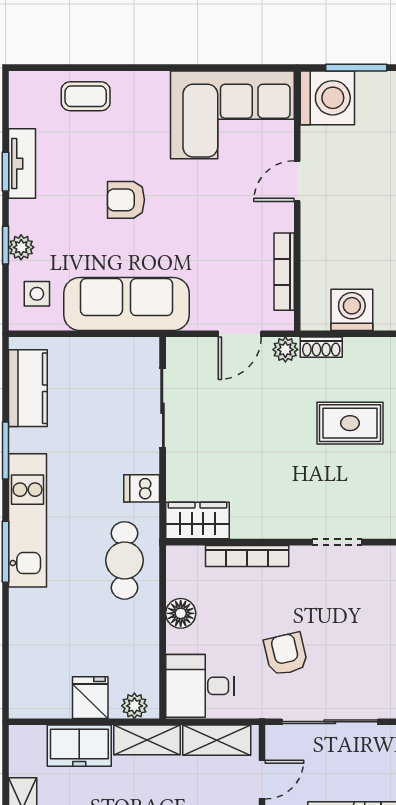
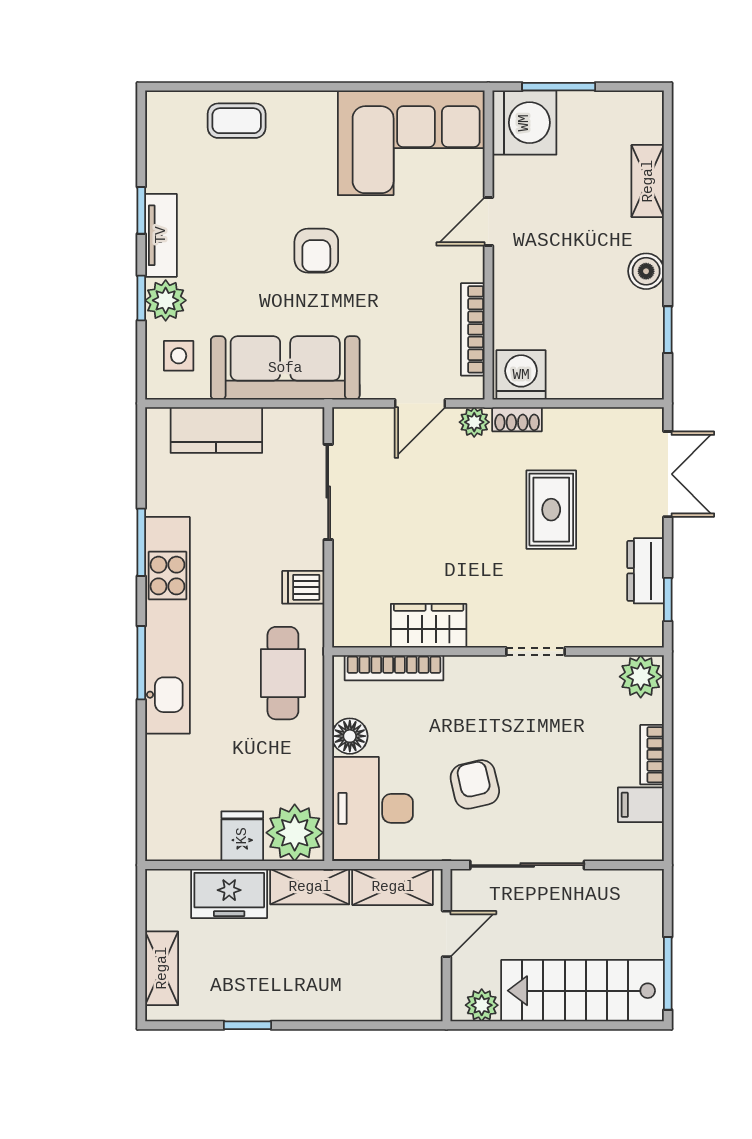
tv unit: (22, 164) -> (161, 235), moved
armchair: (126, 200) -> (316, 251), moved, turned -90
plant: (21, 247) -> (166, 300), width x1.38, depth x1.38
washing machine: (352, 310) -> (521, 375), moved
kitchen counter: (28, 388) -> (216, 430), moved, turned 90
rug: (350, 423) -> (551, 510), turned 90
kitchen unit: (28, 520) -> (167, 625), width x1.36
wardrobe: (197, 521) -> (429, 626), moved
bookcase: (247, 556) -> (394, 668), moved
desk: (200, 686) -> (372, 808), width x1.37
plant: (134, 706) -> (295, 833), width x1.87, depth x1.87

